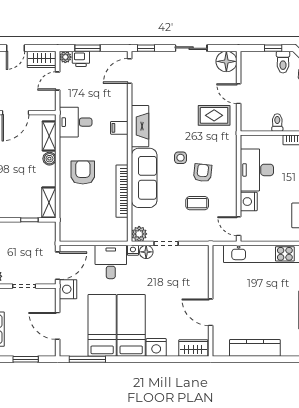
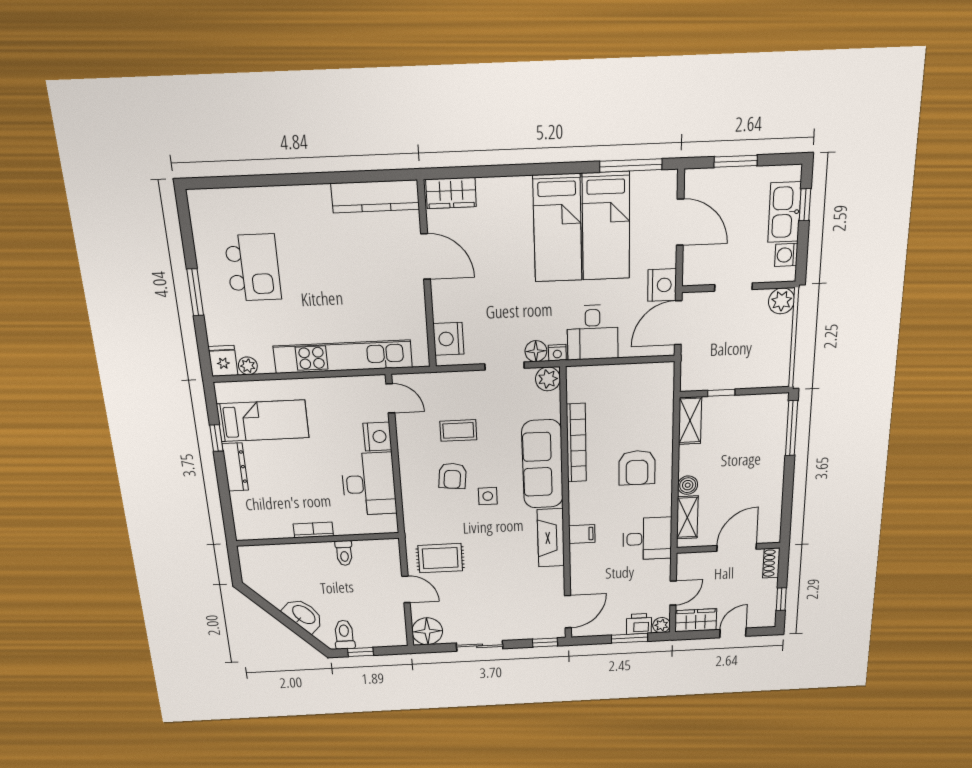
nightstand: (156, 347) -> (448, 339), moved, turned -90
kitchen counter: (255, 348) -> (375, 196), moved

